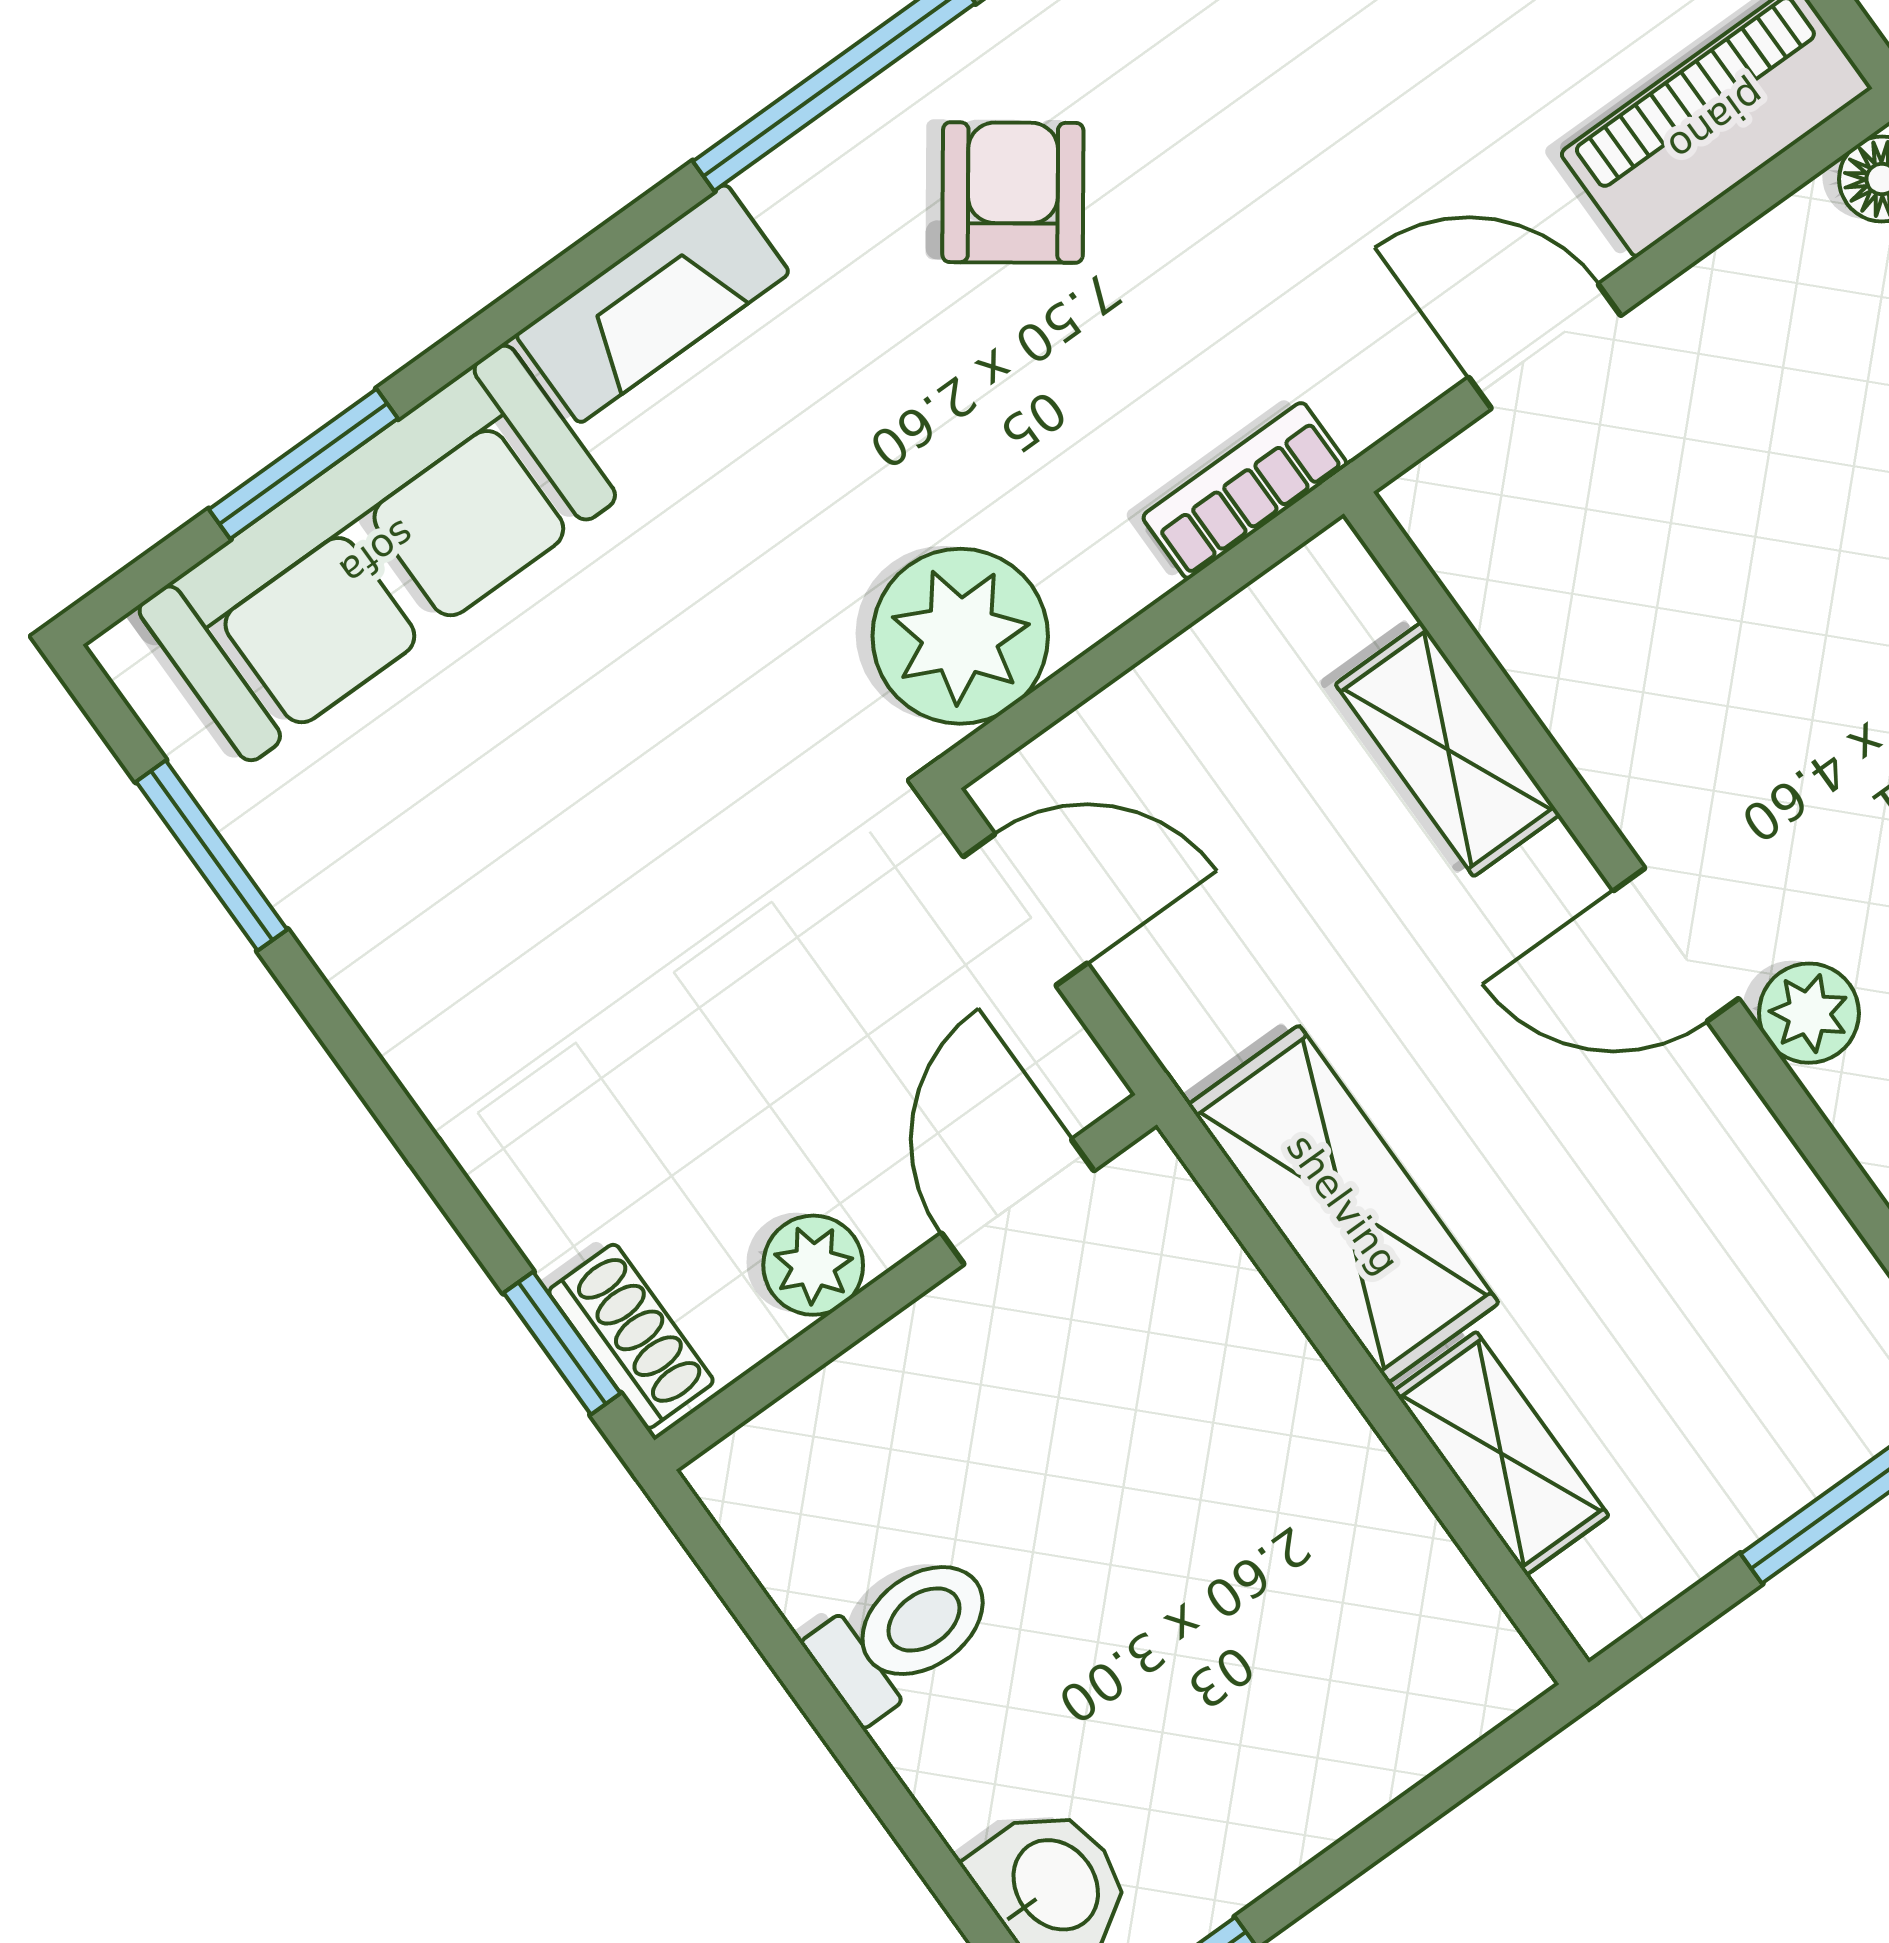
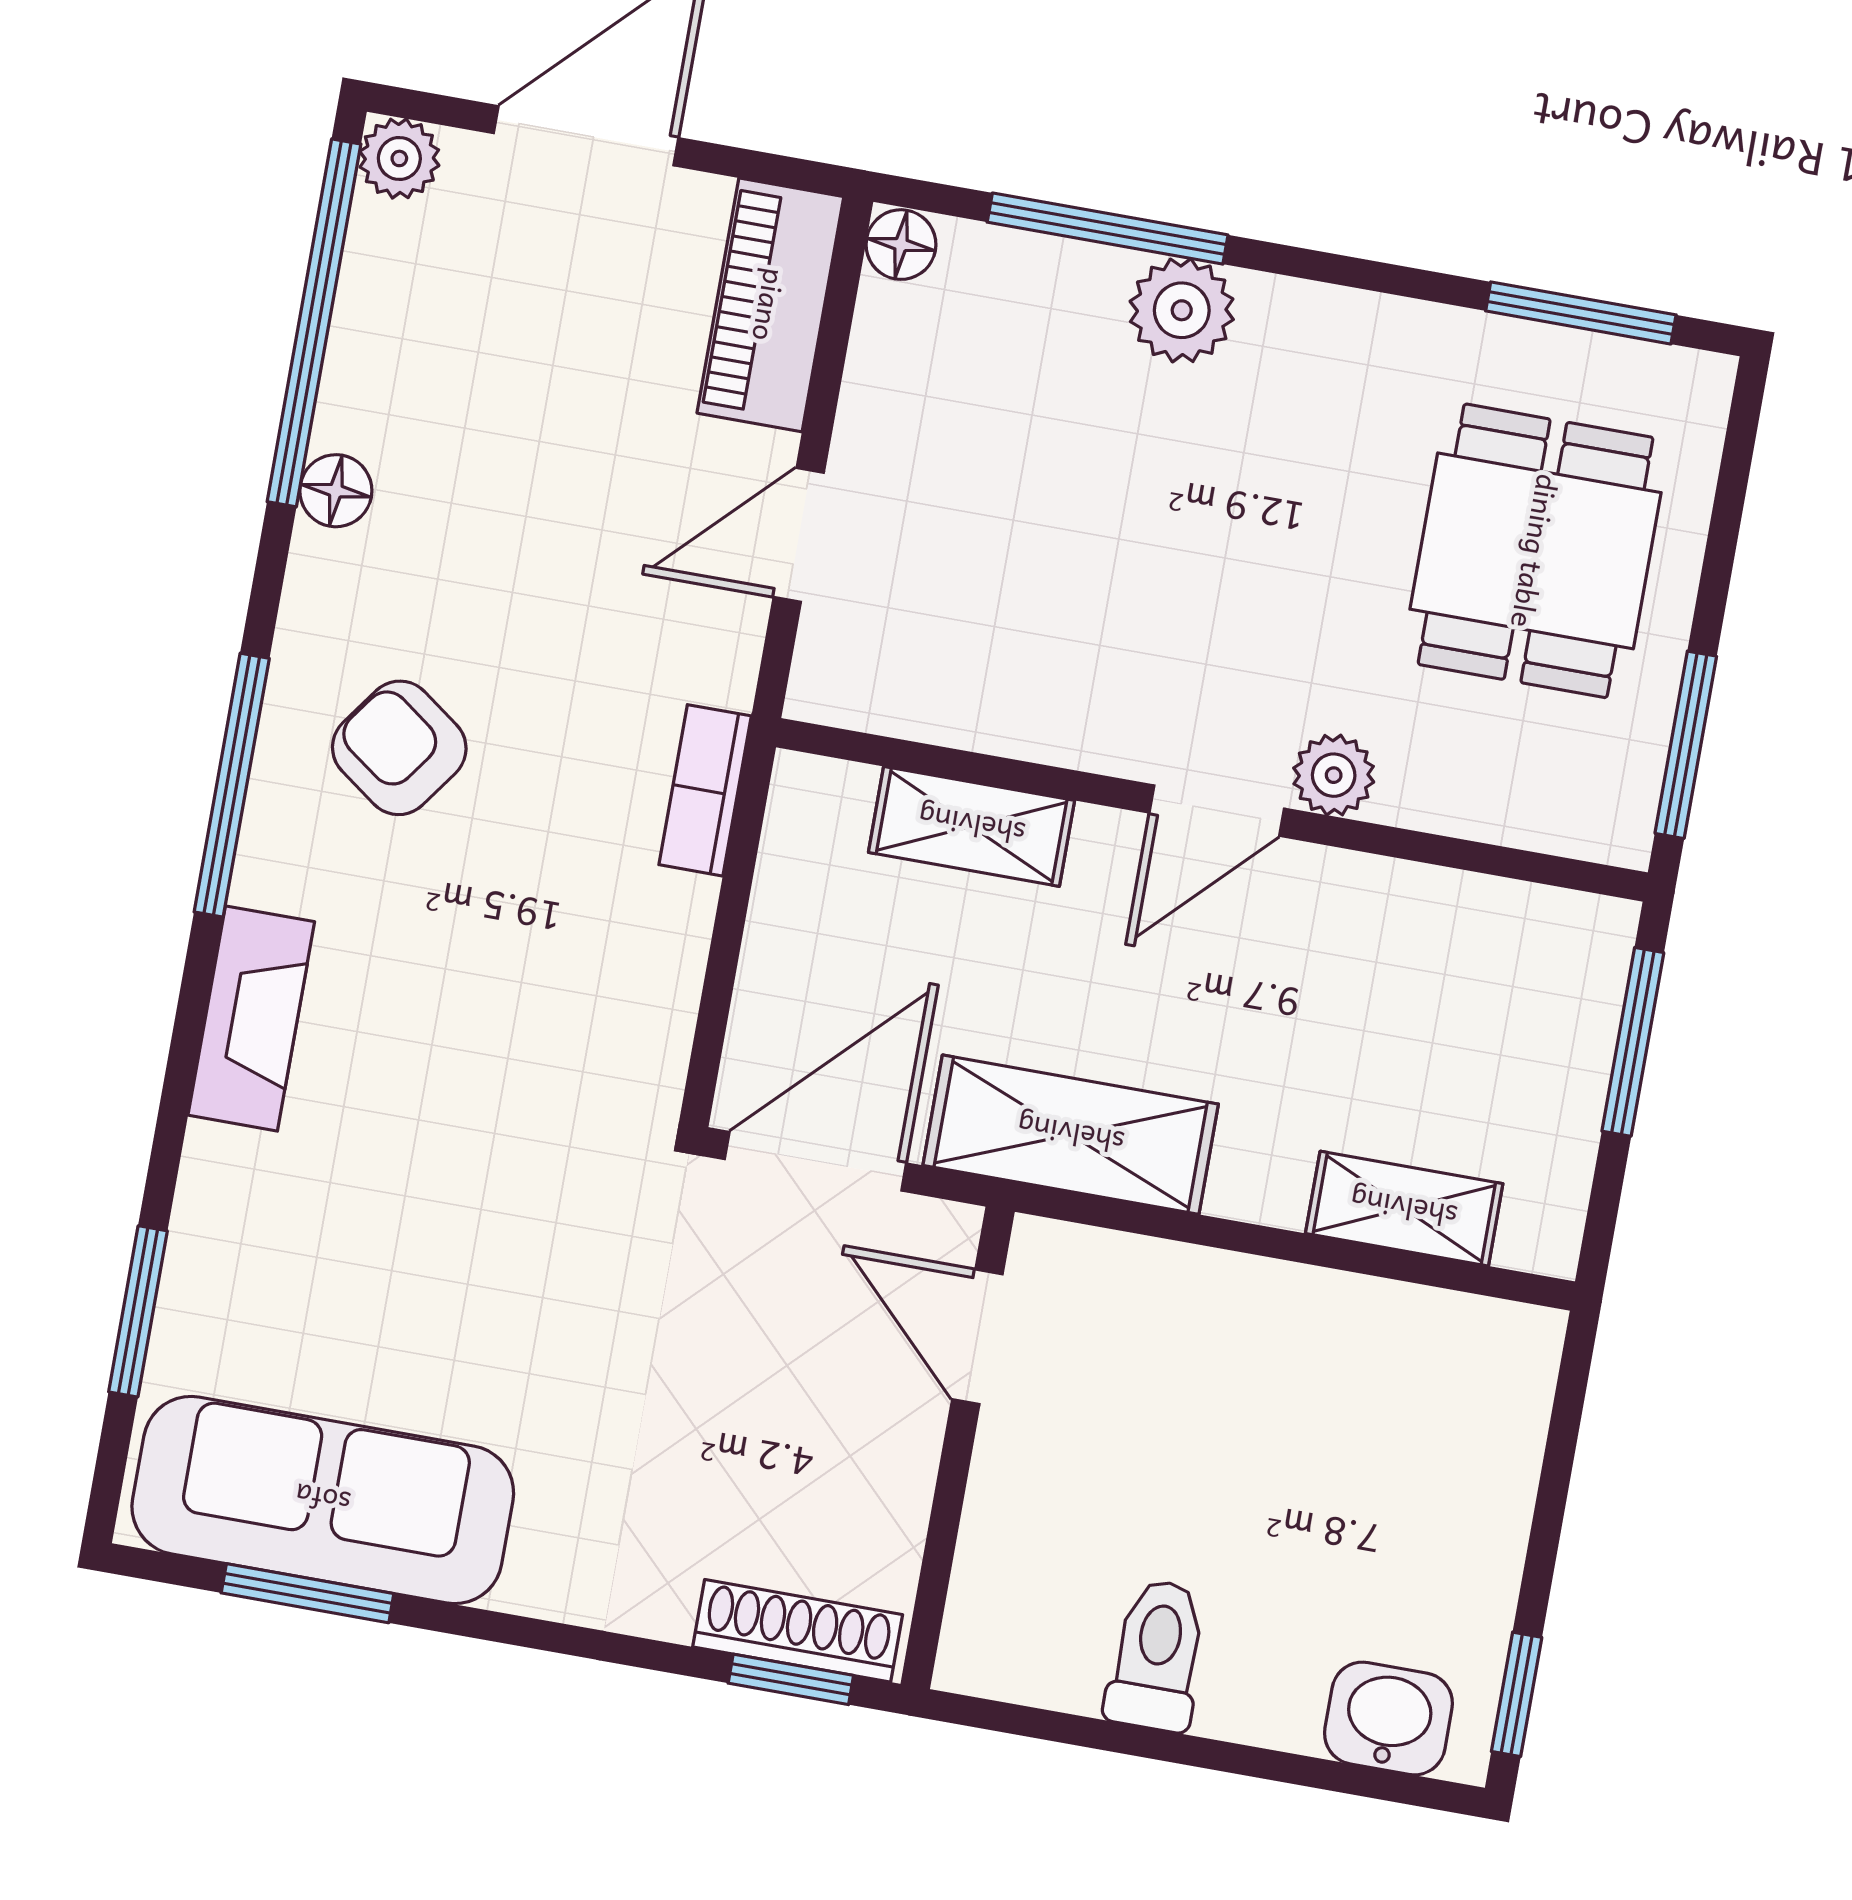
sofa: (377, 553) -> (323, 1500), moved, turned -90
plant: (960, 636) -> (621, 1038), removed
door: (1025, 910) -> (815, 1161), width x1.38
shelving: (1343, 1204) -> (1071, 1135), moved
plant: (813, 1265) -> (894, 1490), removed
shoe rack: (631, 1336) -> (798, 1631), width x1.43

